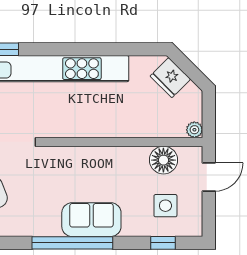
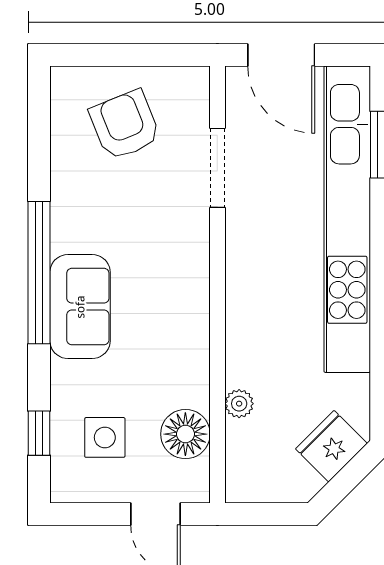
plant: (194, 130) -> (239, 404), moved

